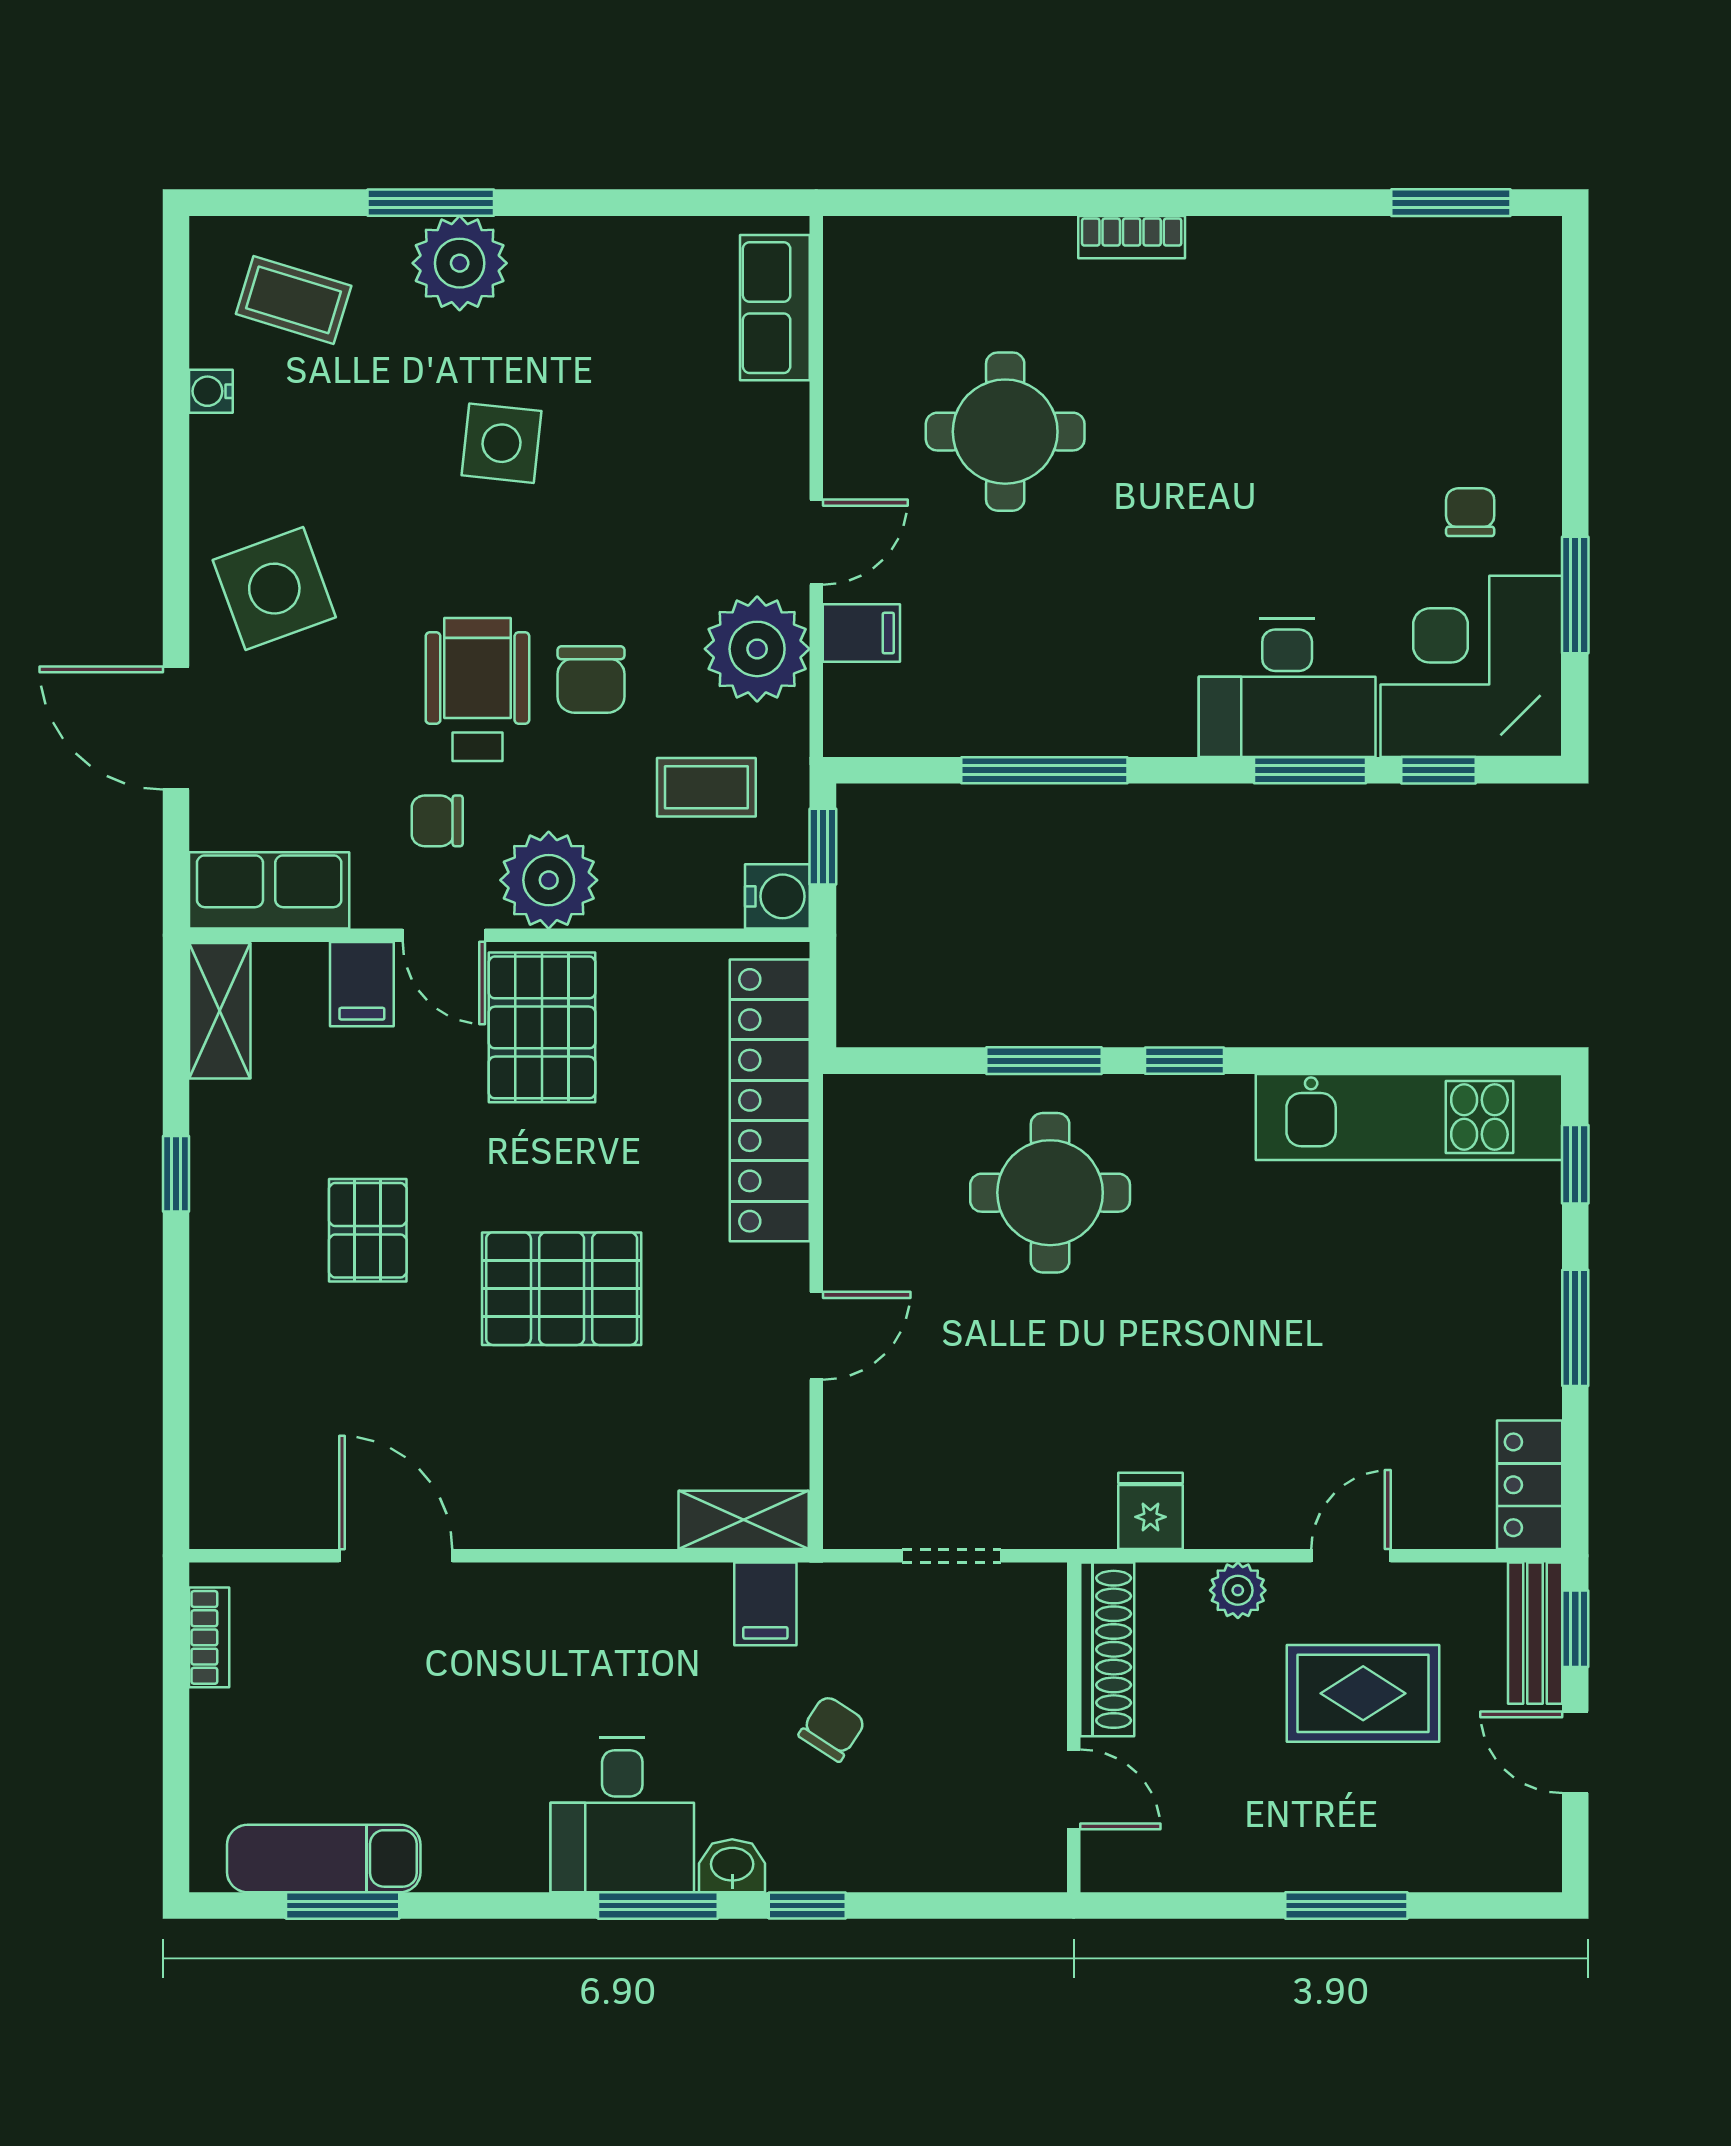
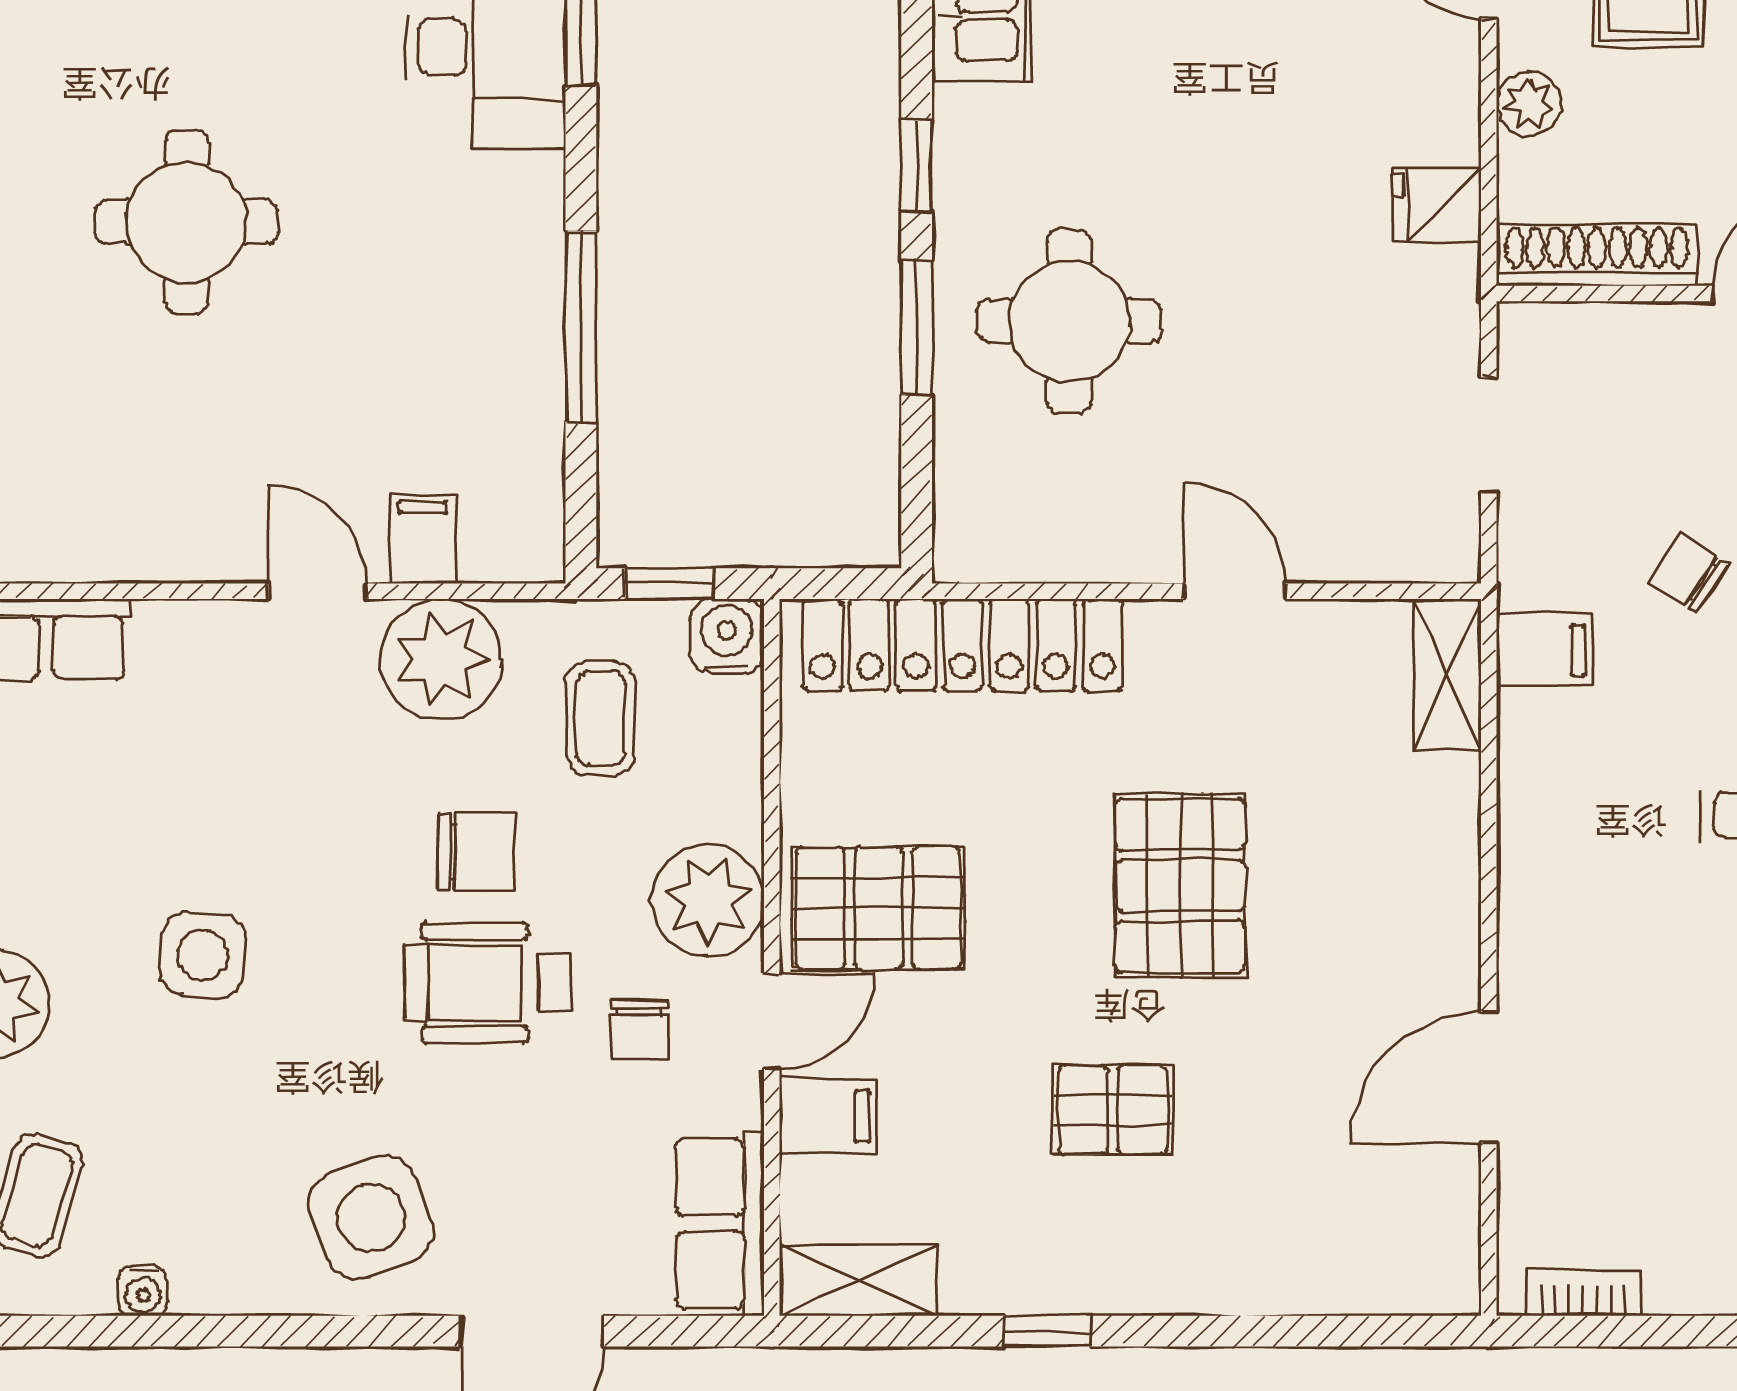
round table: (1005, 432) -> (186, 222), moved

